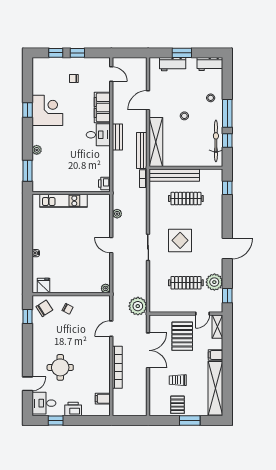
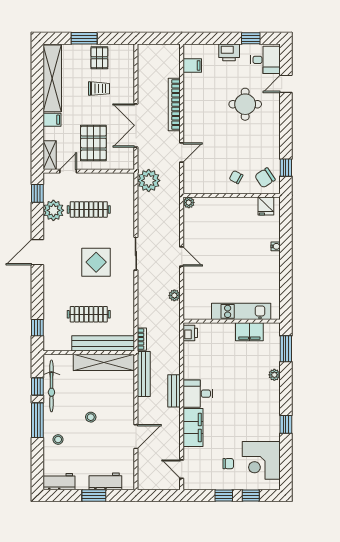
corner desk: (47, 110) -> (261, 460), moved
shelving: (156, 142) -> (104, 362), moved, turned 90
filing cabinet: (57, 185) -> (249, 332), added

